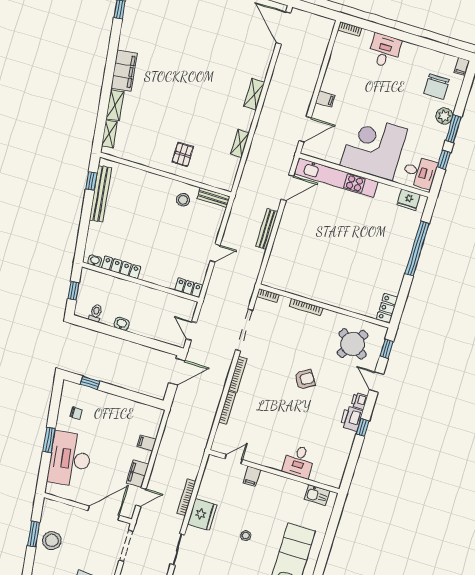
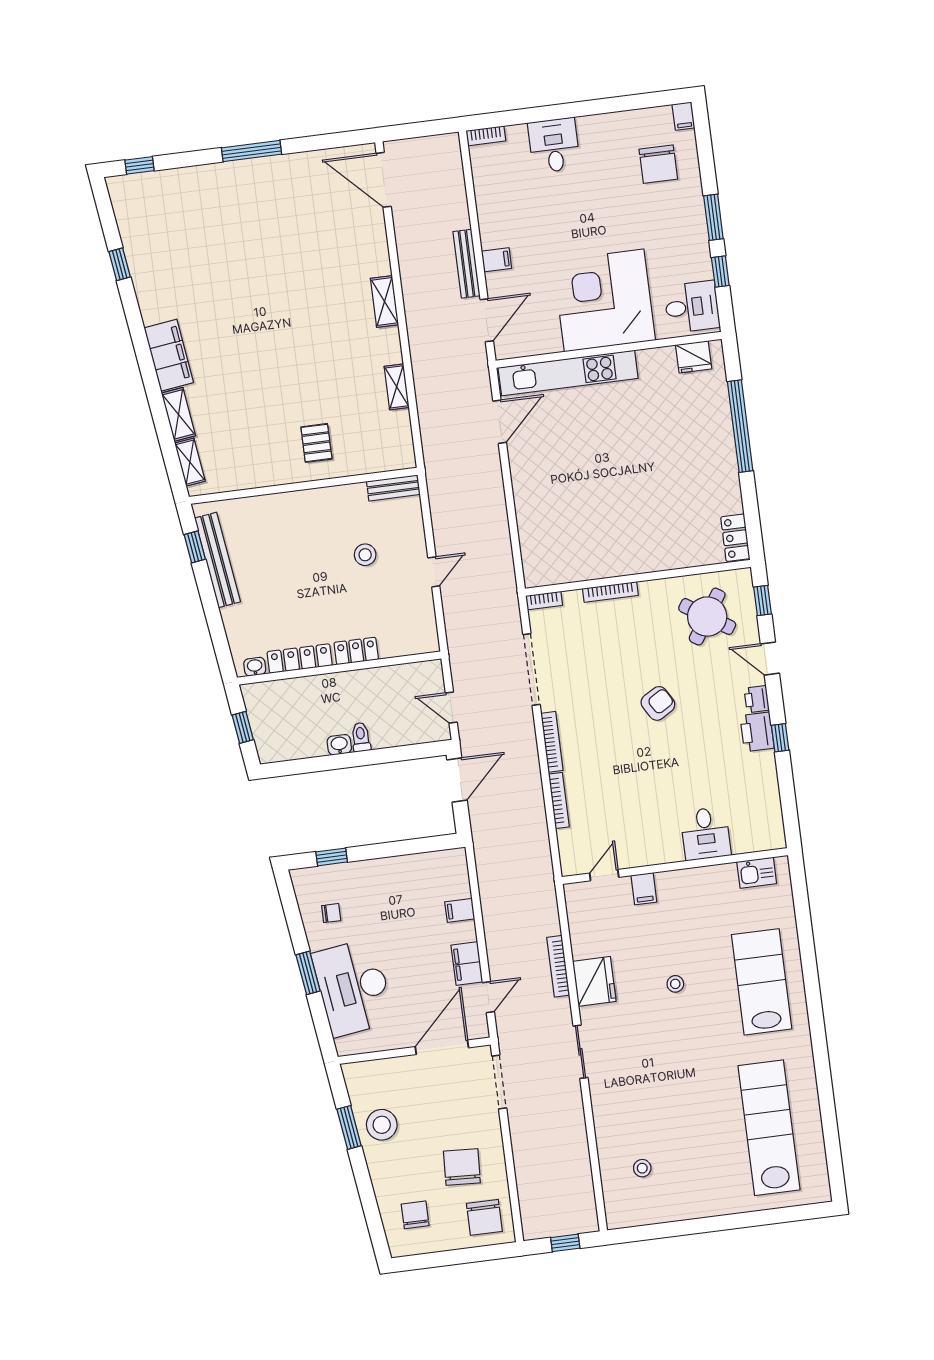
plant: (444, 116) -> (691, 204), removed
stool: (183, 200) -> (365, 555), moved
bench: (267, 229) -> (466, 264), moved
locker: (189, 288) -> (356, 651), moved
toilet: (96, 313) -> (361, 737), moved

